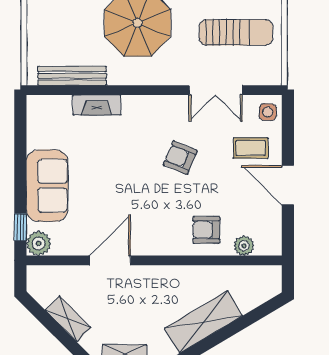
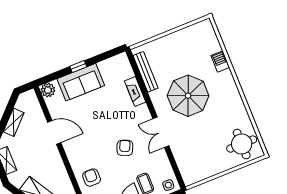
sun lounger: (236, 32) -> (204, 151), removed
double door: (216, 90) -> (161, 132), moved
window: (20, 227) -> (78, 66), moved

